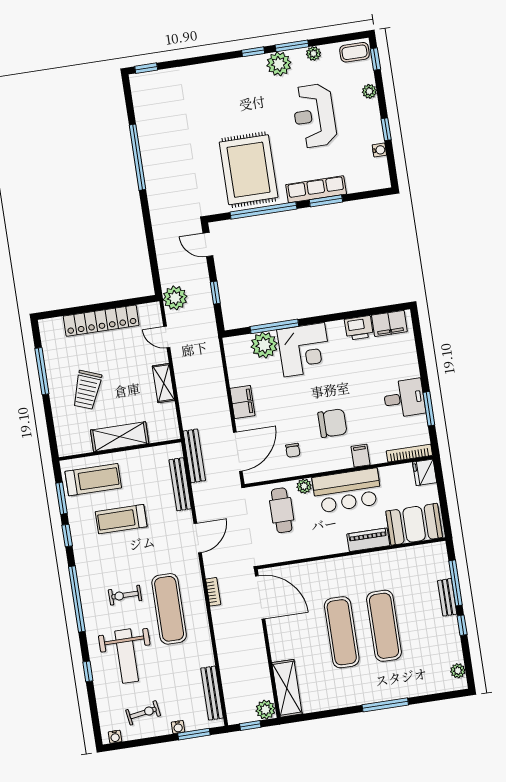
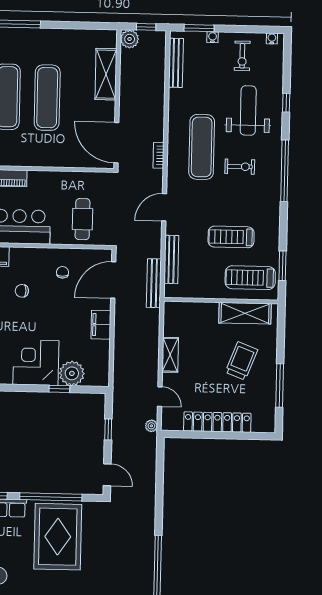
plant: (175, 298) -> (151, 426), width x0.53, depth x0.53
window: (274, 326) -> (59, 389), width x0.46
chair: (332, 423) -> (22, 291), width x0.54, depth x0.54
shelving: (120, 437) -> (245, 313), moved
plant: (304, 486) -> (58, 238), removed
treadmill: (121, 519) -> (231, 237), turned 180
window: (67, 536) -> (283, 231), removed
shelving: (287, 688) -> (106, 74), moved
exercise bike: (143, 713) -> (242, 56), turned -81

